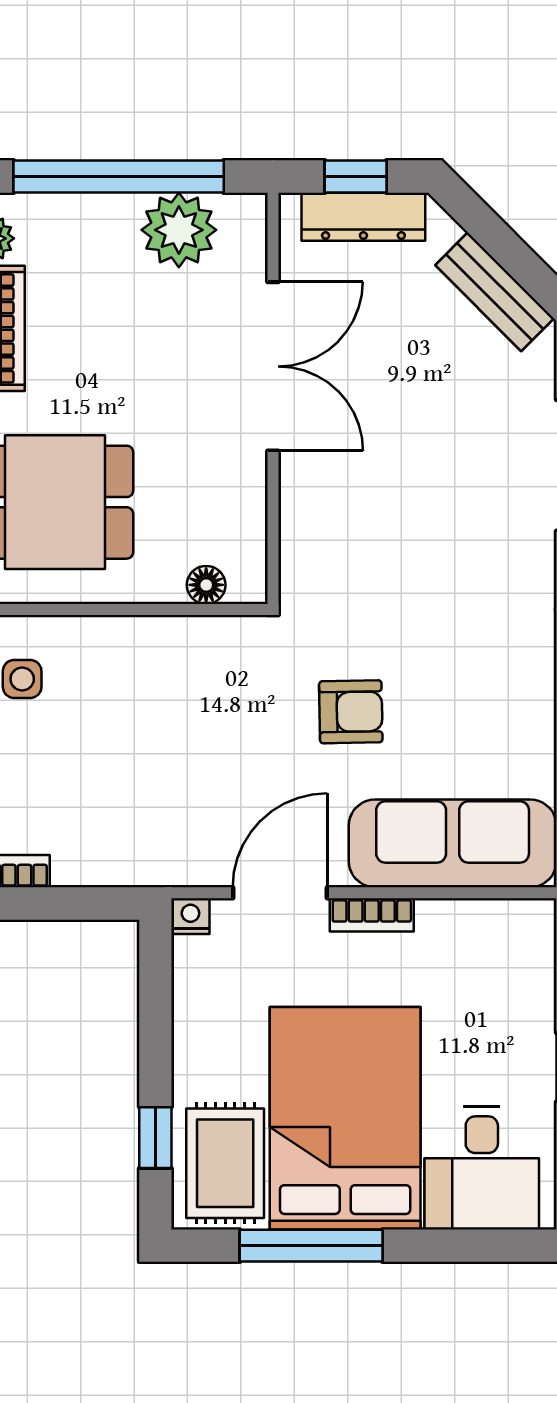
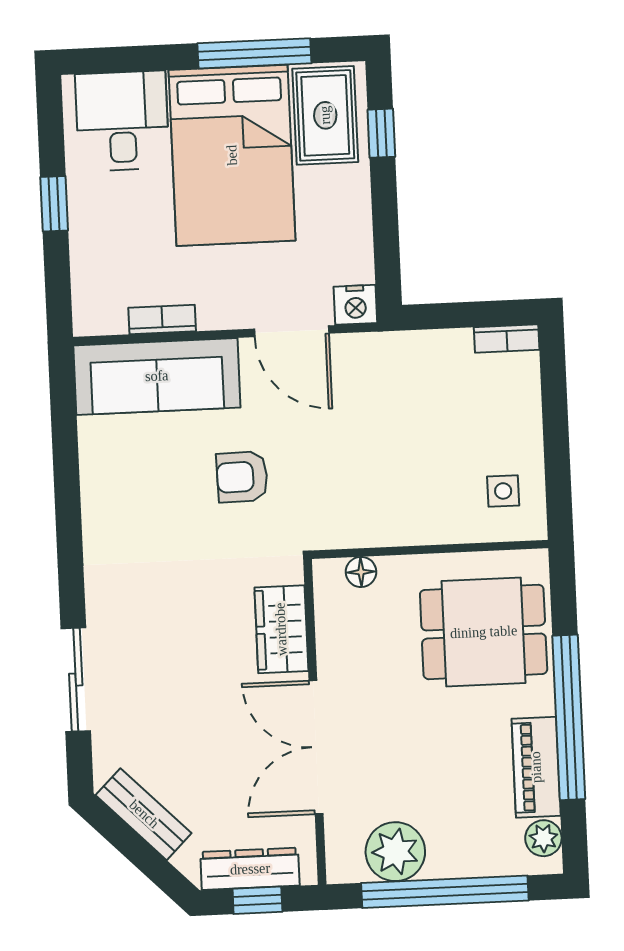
wardrobe: (310, 517) -> (281, 629), added
door: (280, 893) -> (292, 331), hinge flipped
bookcase: (372, 915) -> (162, 320), moved
nightstand: (190, 916) -> (355, 305), width x1.39, depth x1.35

